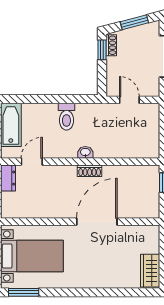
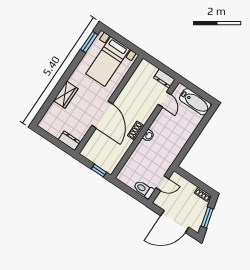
window: (102, 50) -> (204, 187), removed
toilet: (66, 117) -> (144, 189), moved
dresser: (152, 239) -> (69, 141), added
wardrobe: (150, 271) -> (66, 95), moved, turned 90

